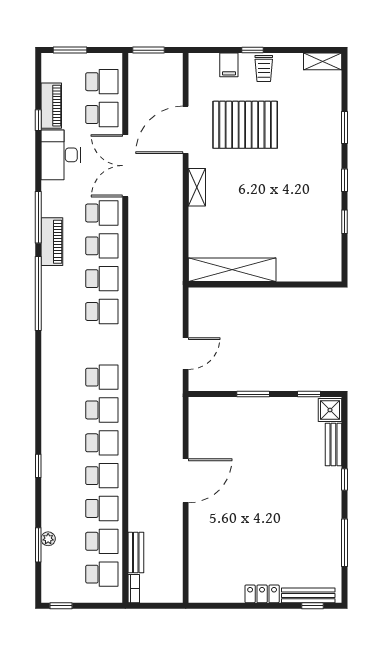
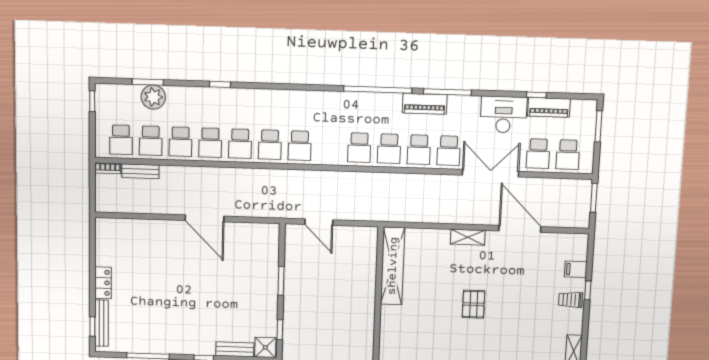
pallet: (245, 125) -> (473, 304), moved, width x0.49, depth x0.50
plant: (48, 539) -> (153, 97), width x1.88, depth x1.88

